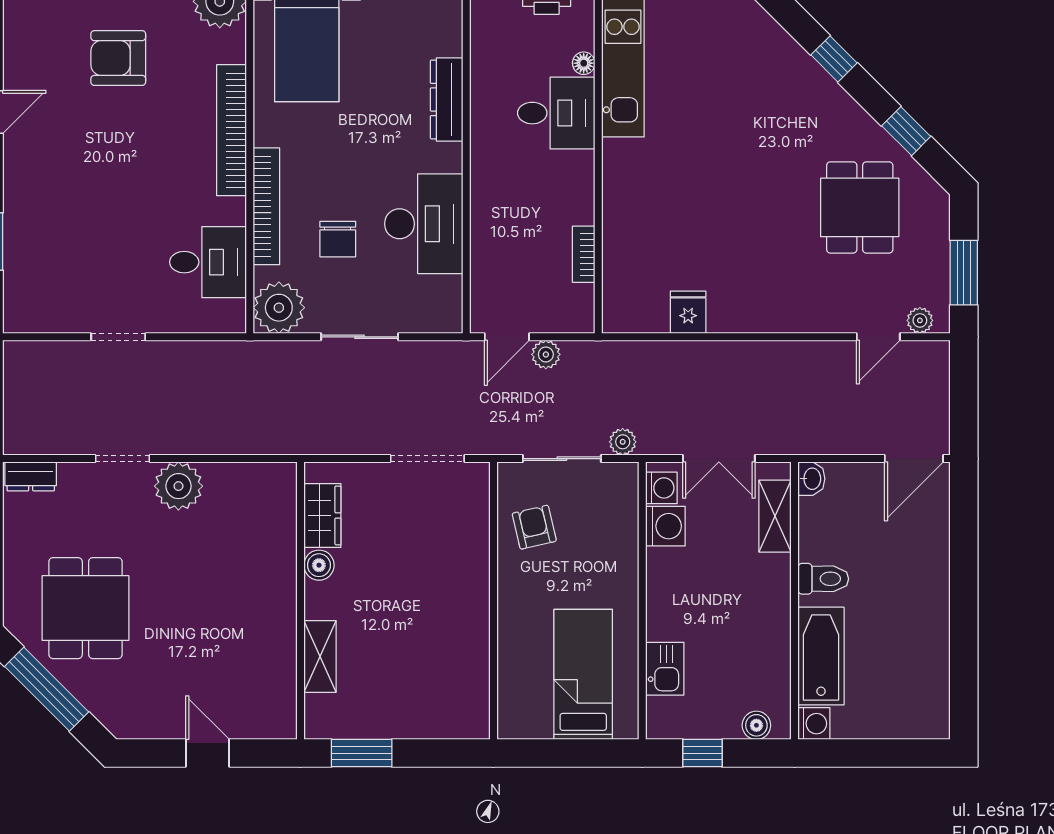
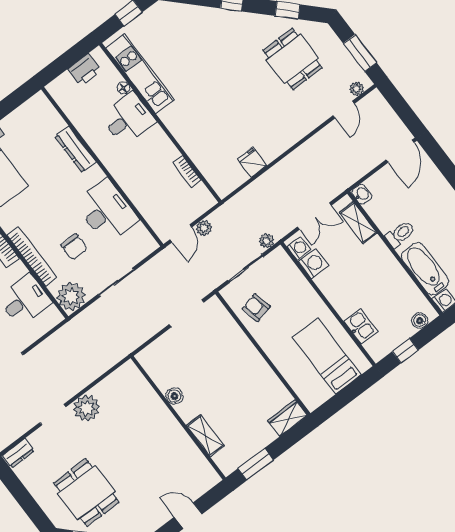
wardrobe: (322, 515) -> (287, 418), moved, turned -90

